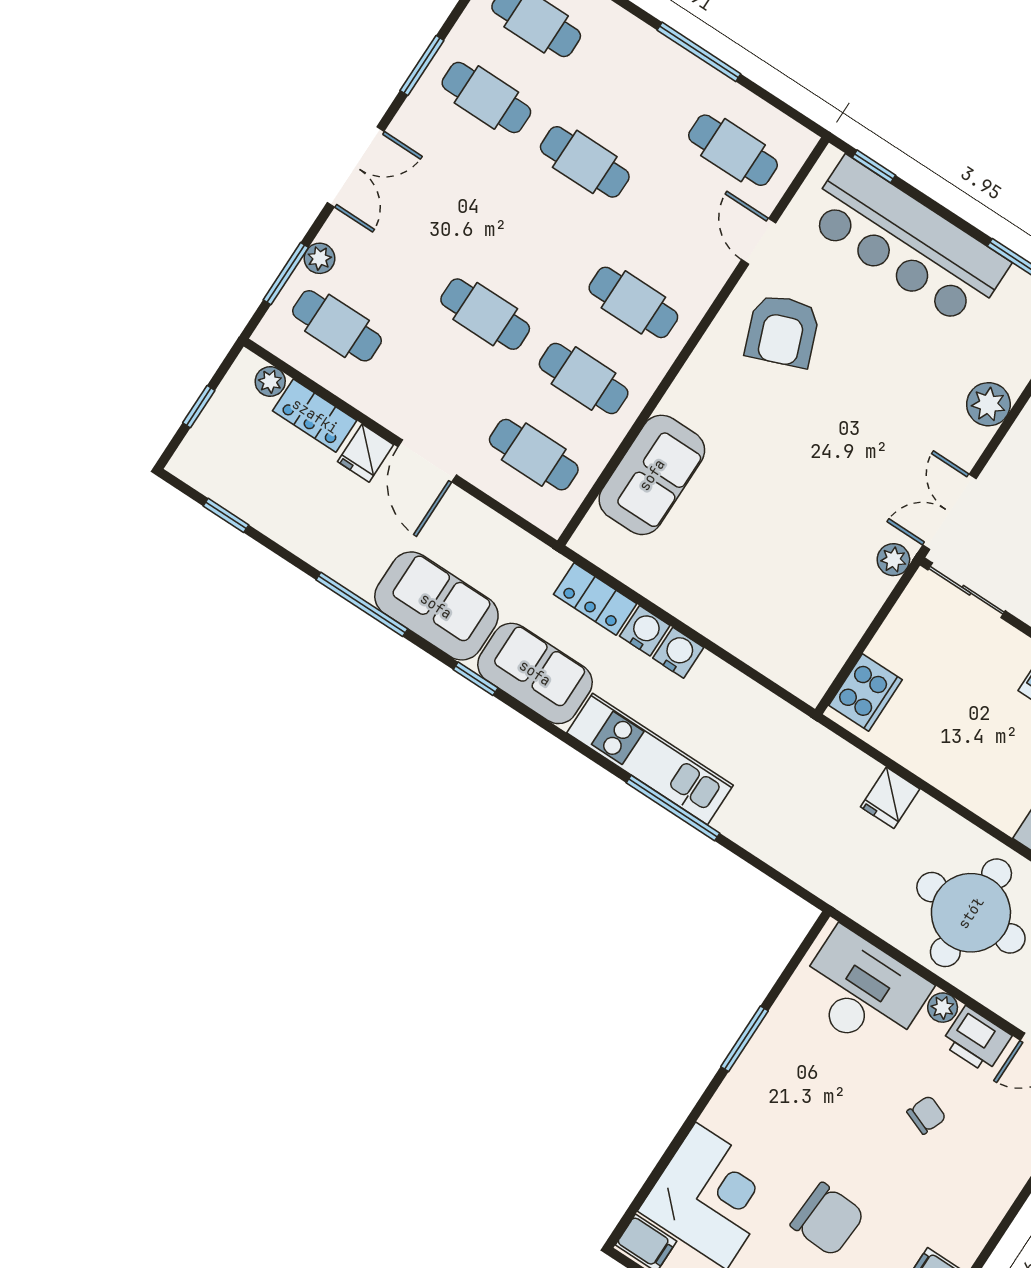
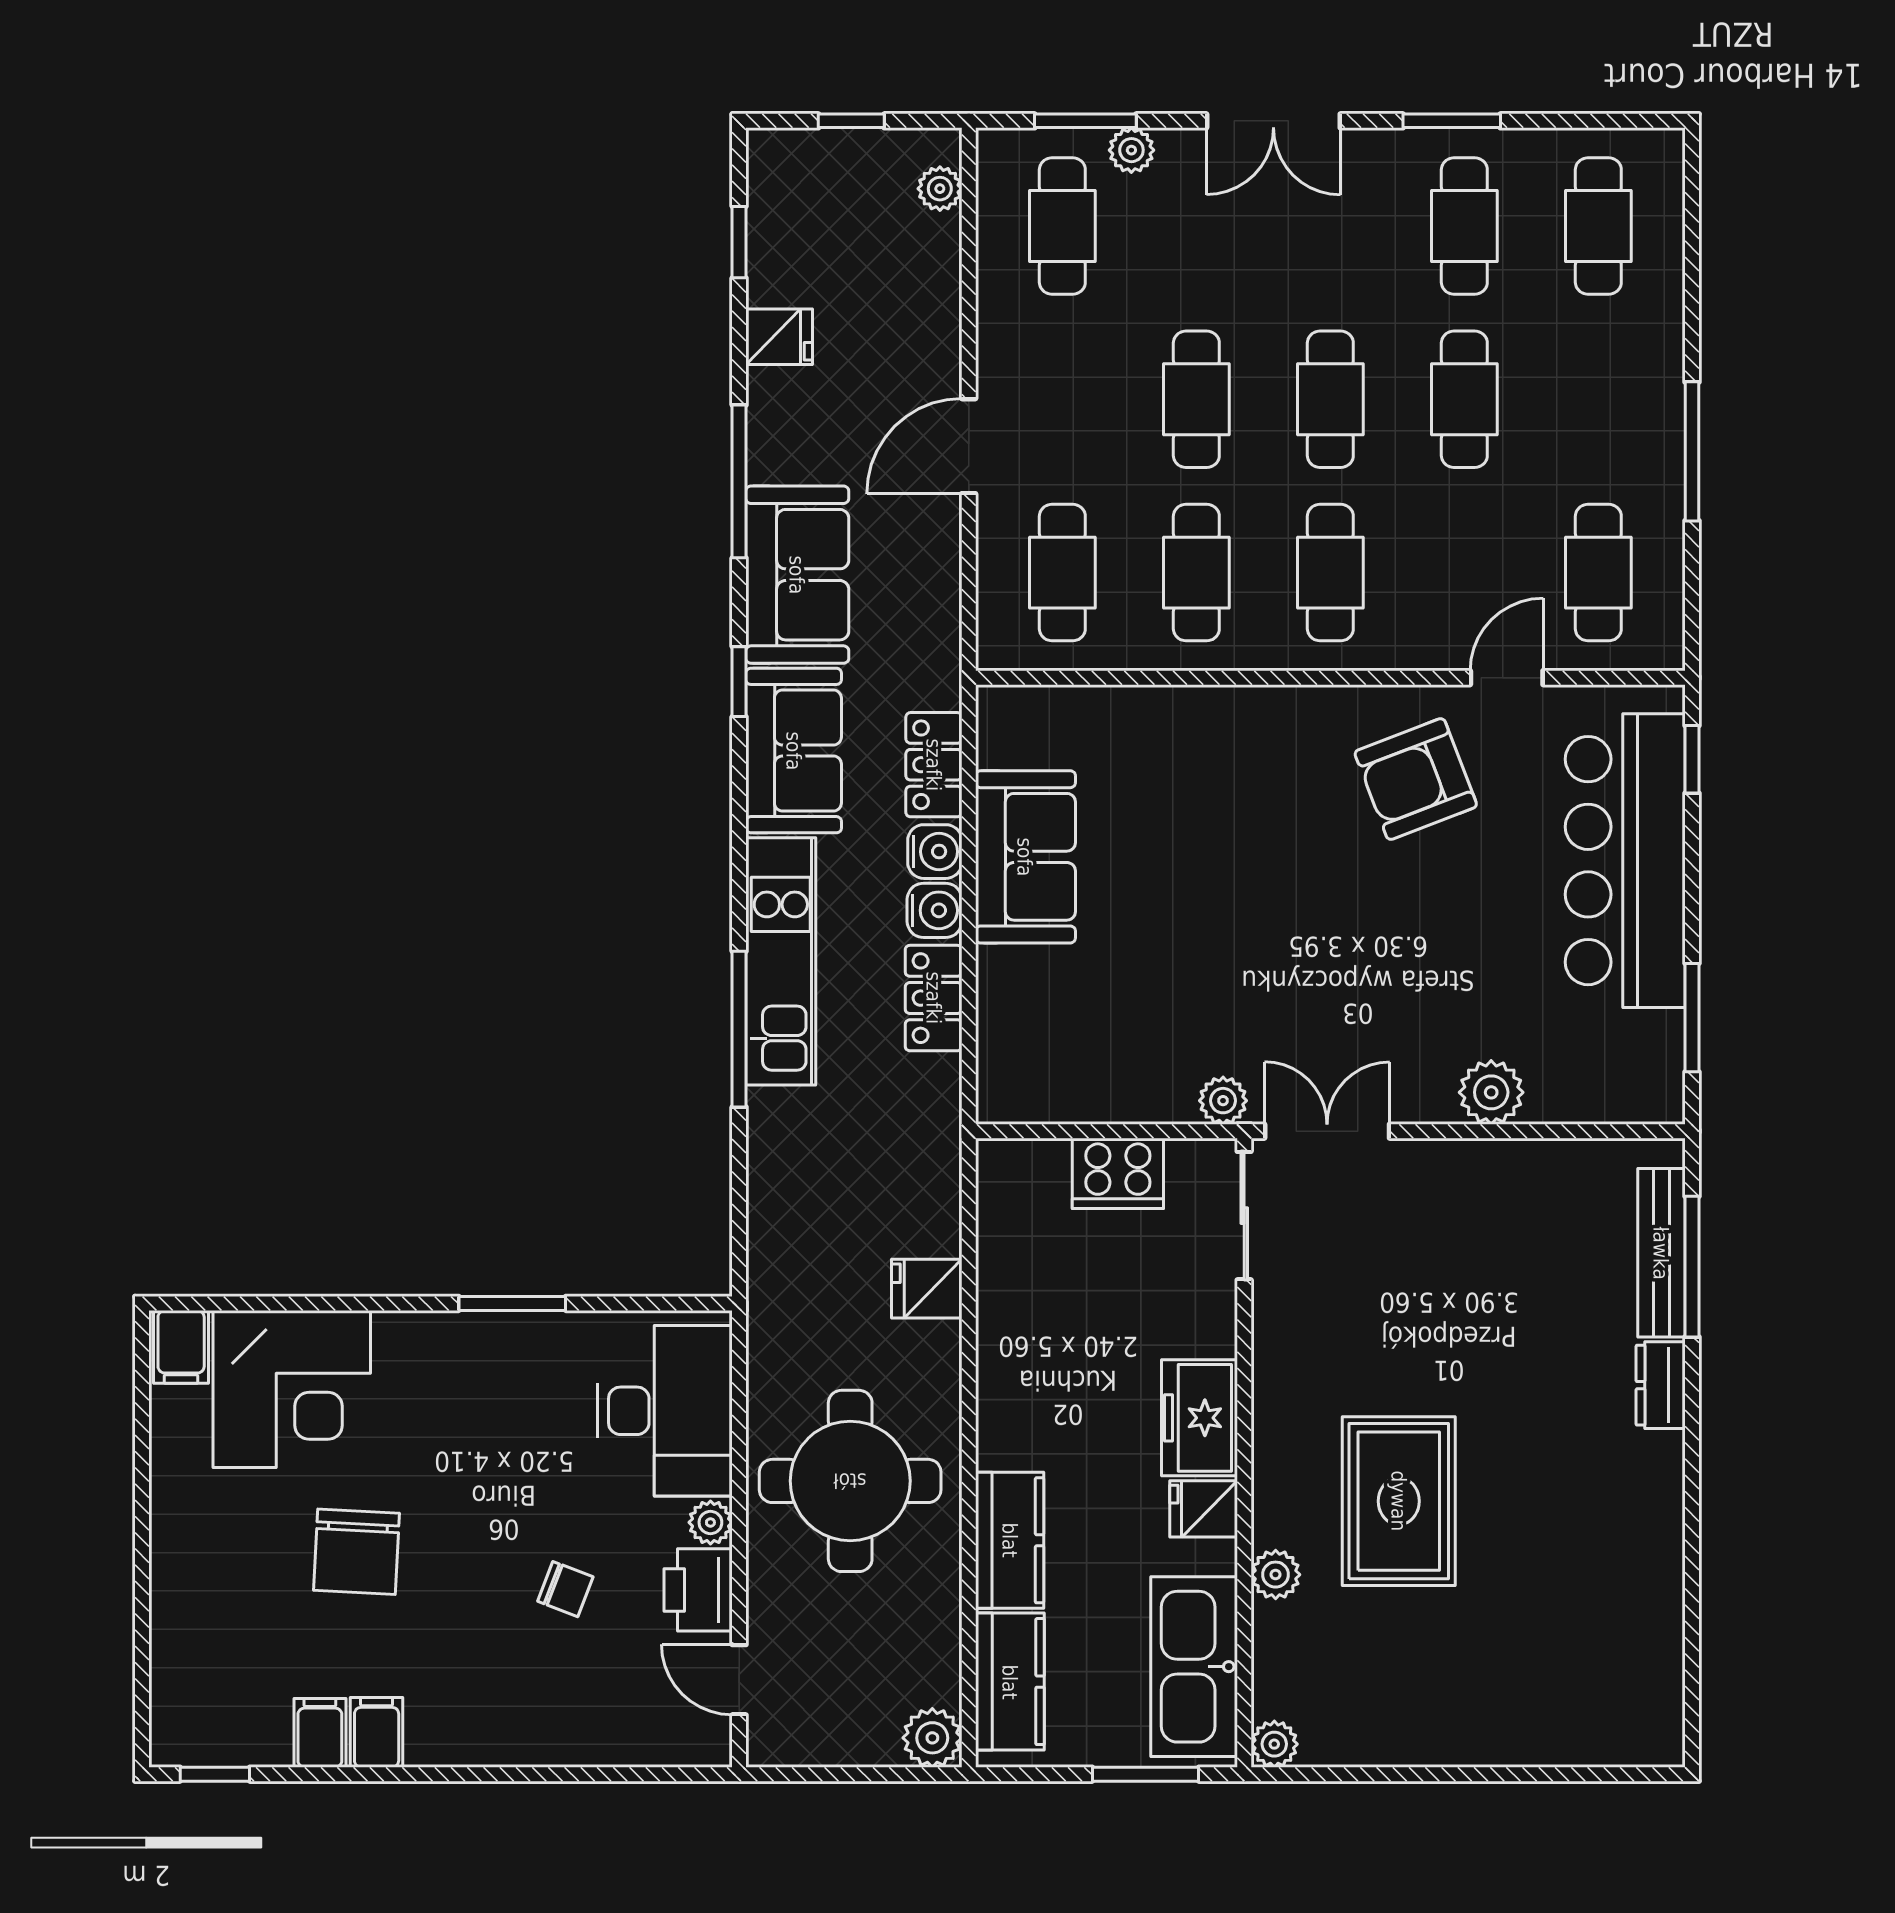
cafe table: (535, 238) -> (1330, 399), added
locker: (315, 416) -> (934, 998), moved
fridge: (366, 453) -> (779, 337), moved, turned 180
sofa: (652, 475) -> (1025, 857), moved, turned -90
cooker: (865, 692) -> (1118, 1173), moved

